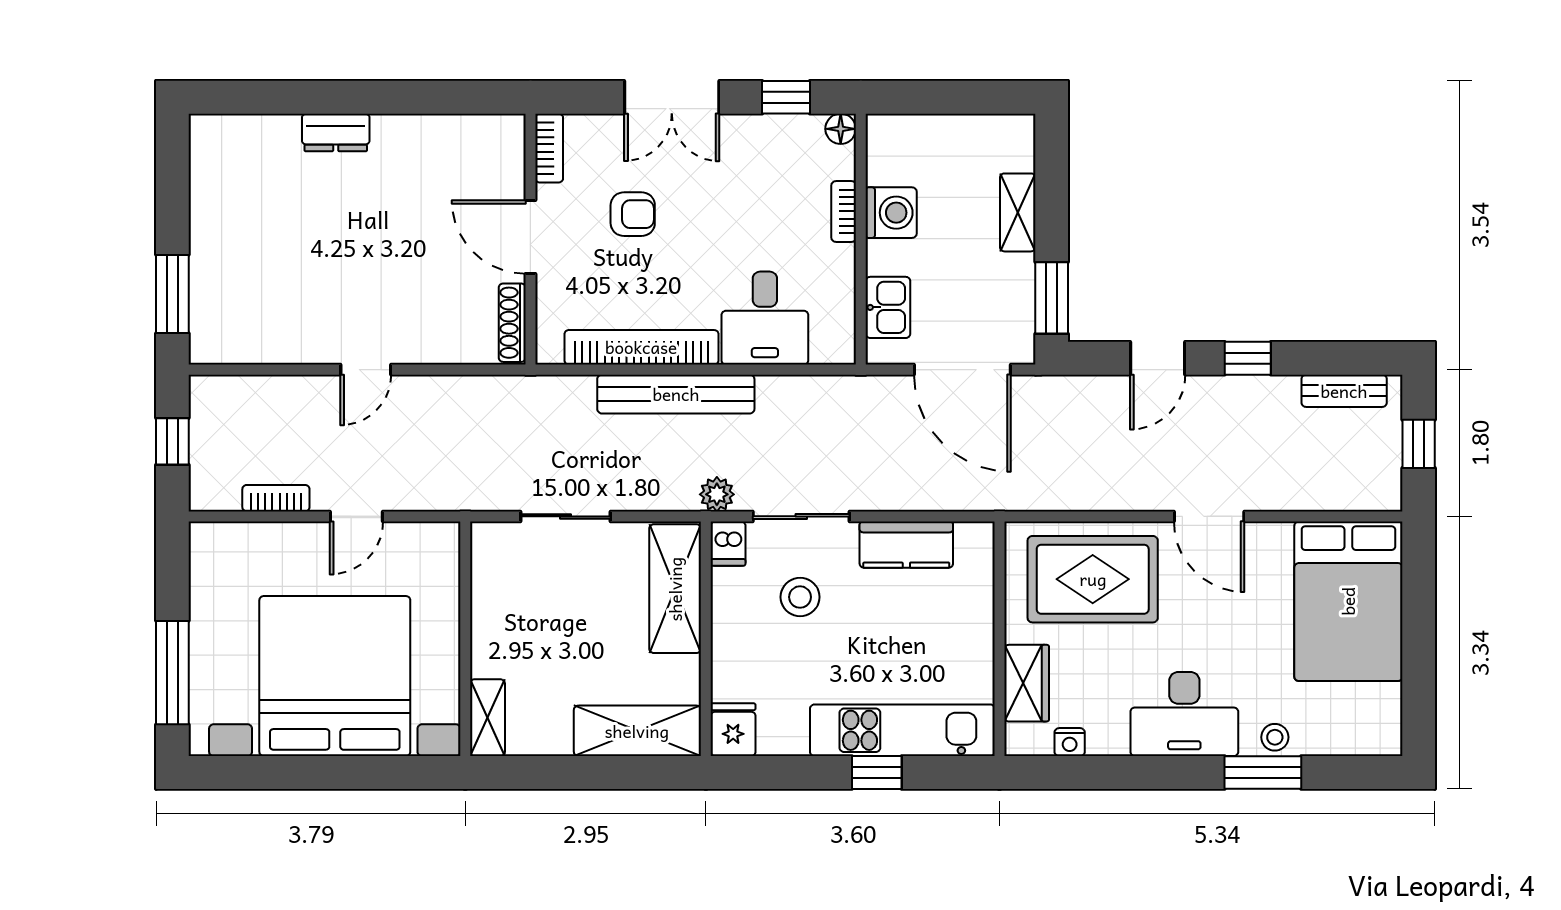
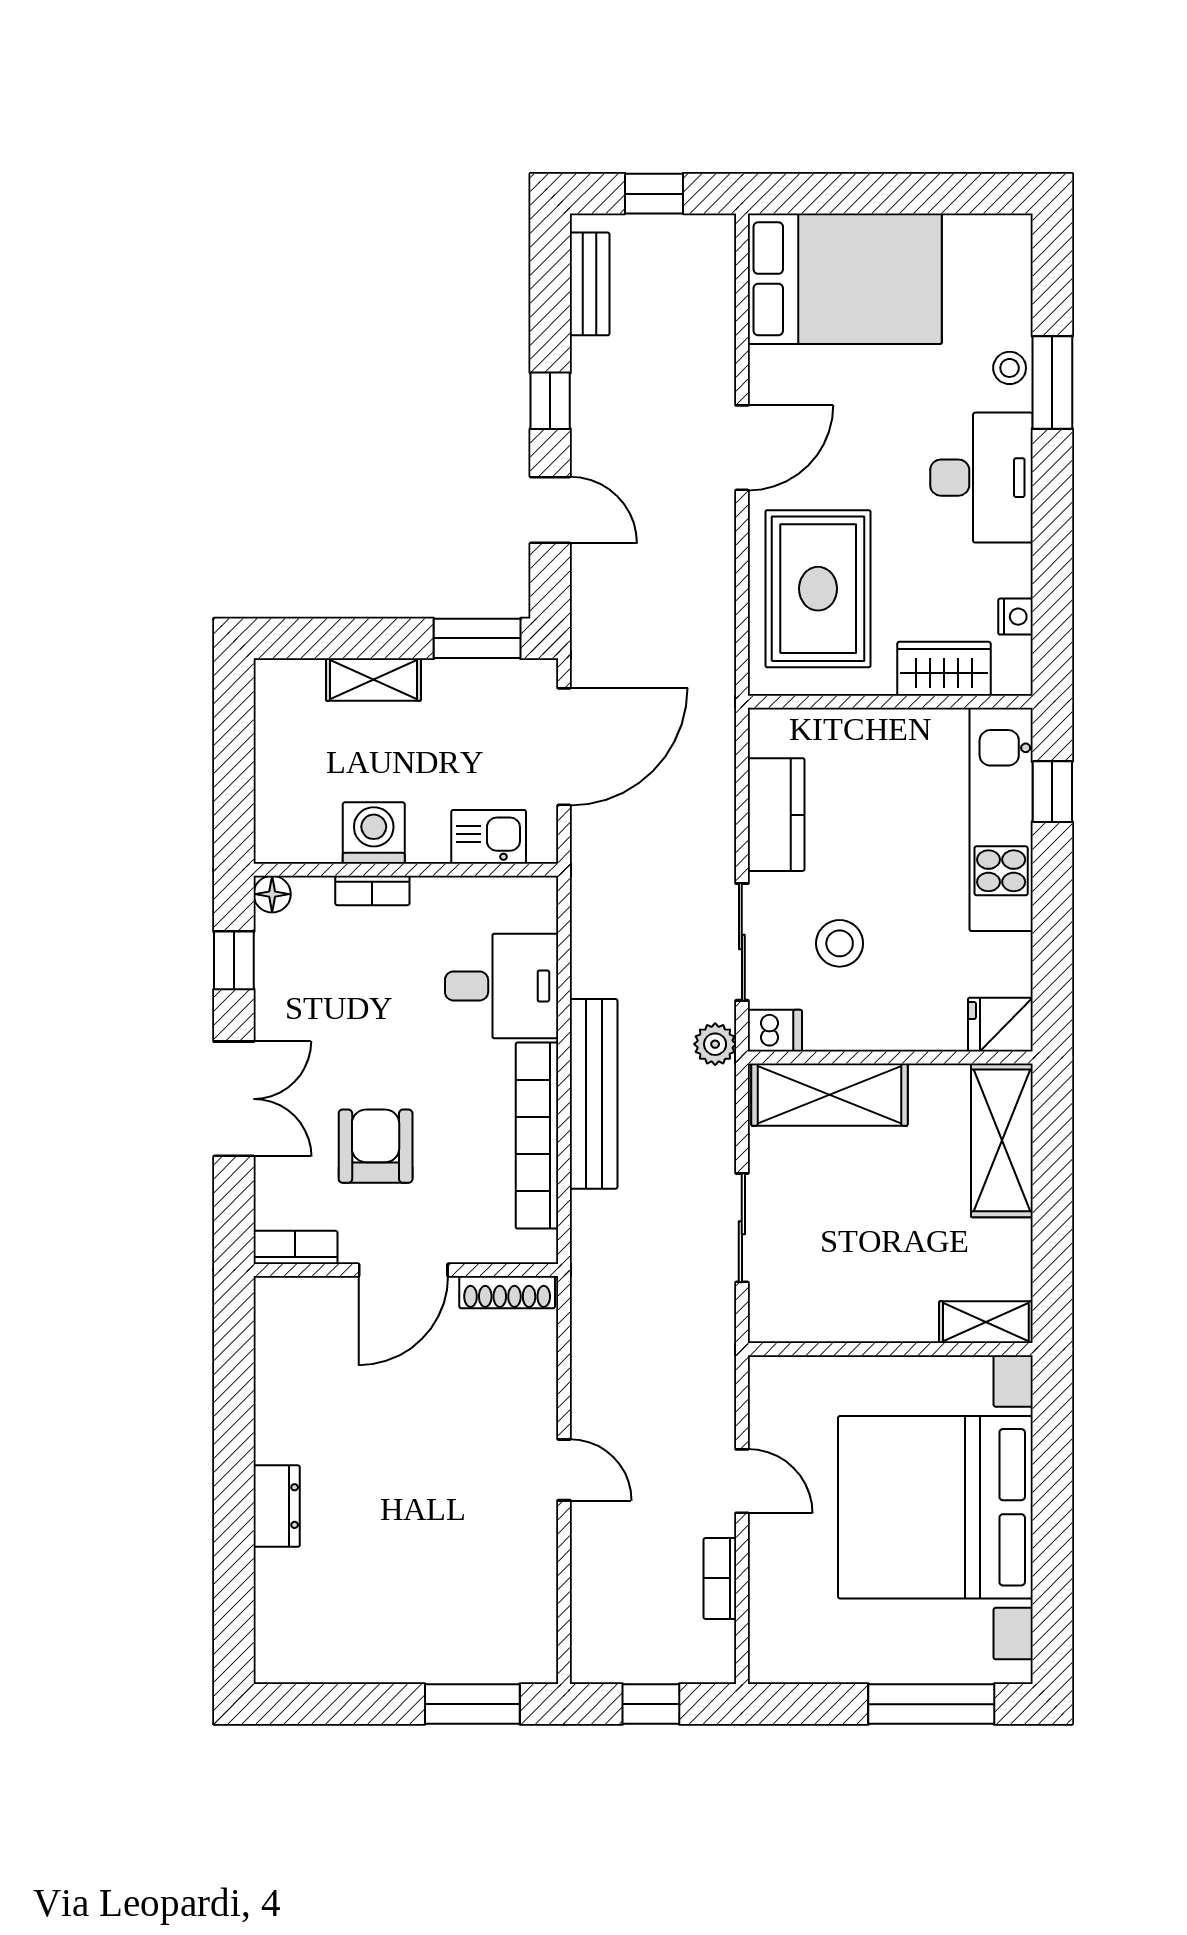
armchair: (633, 214) -> (376, 1146), width x1.38, depth x1.38
window: (877, 773) -> (1052, 792), moved

